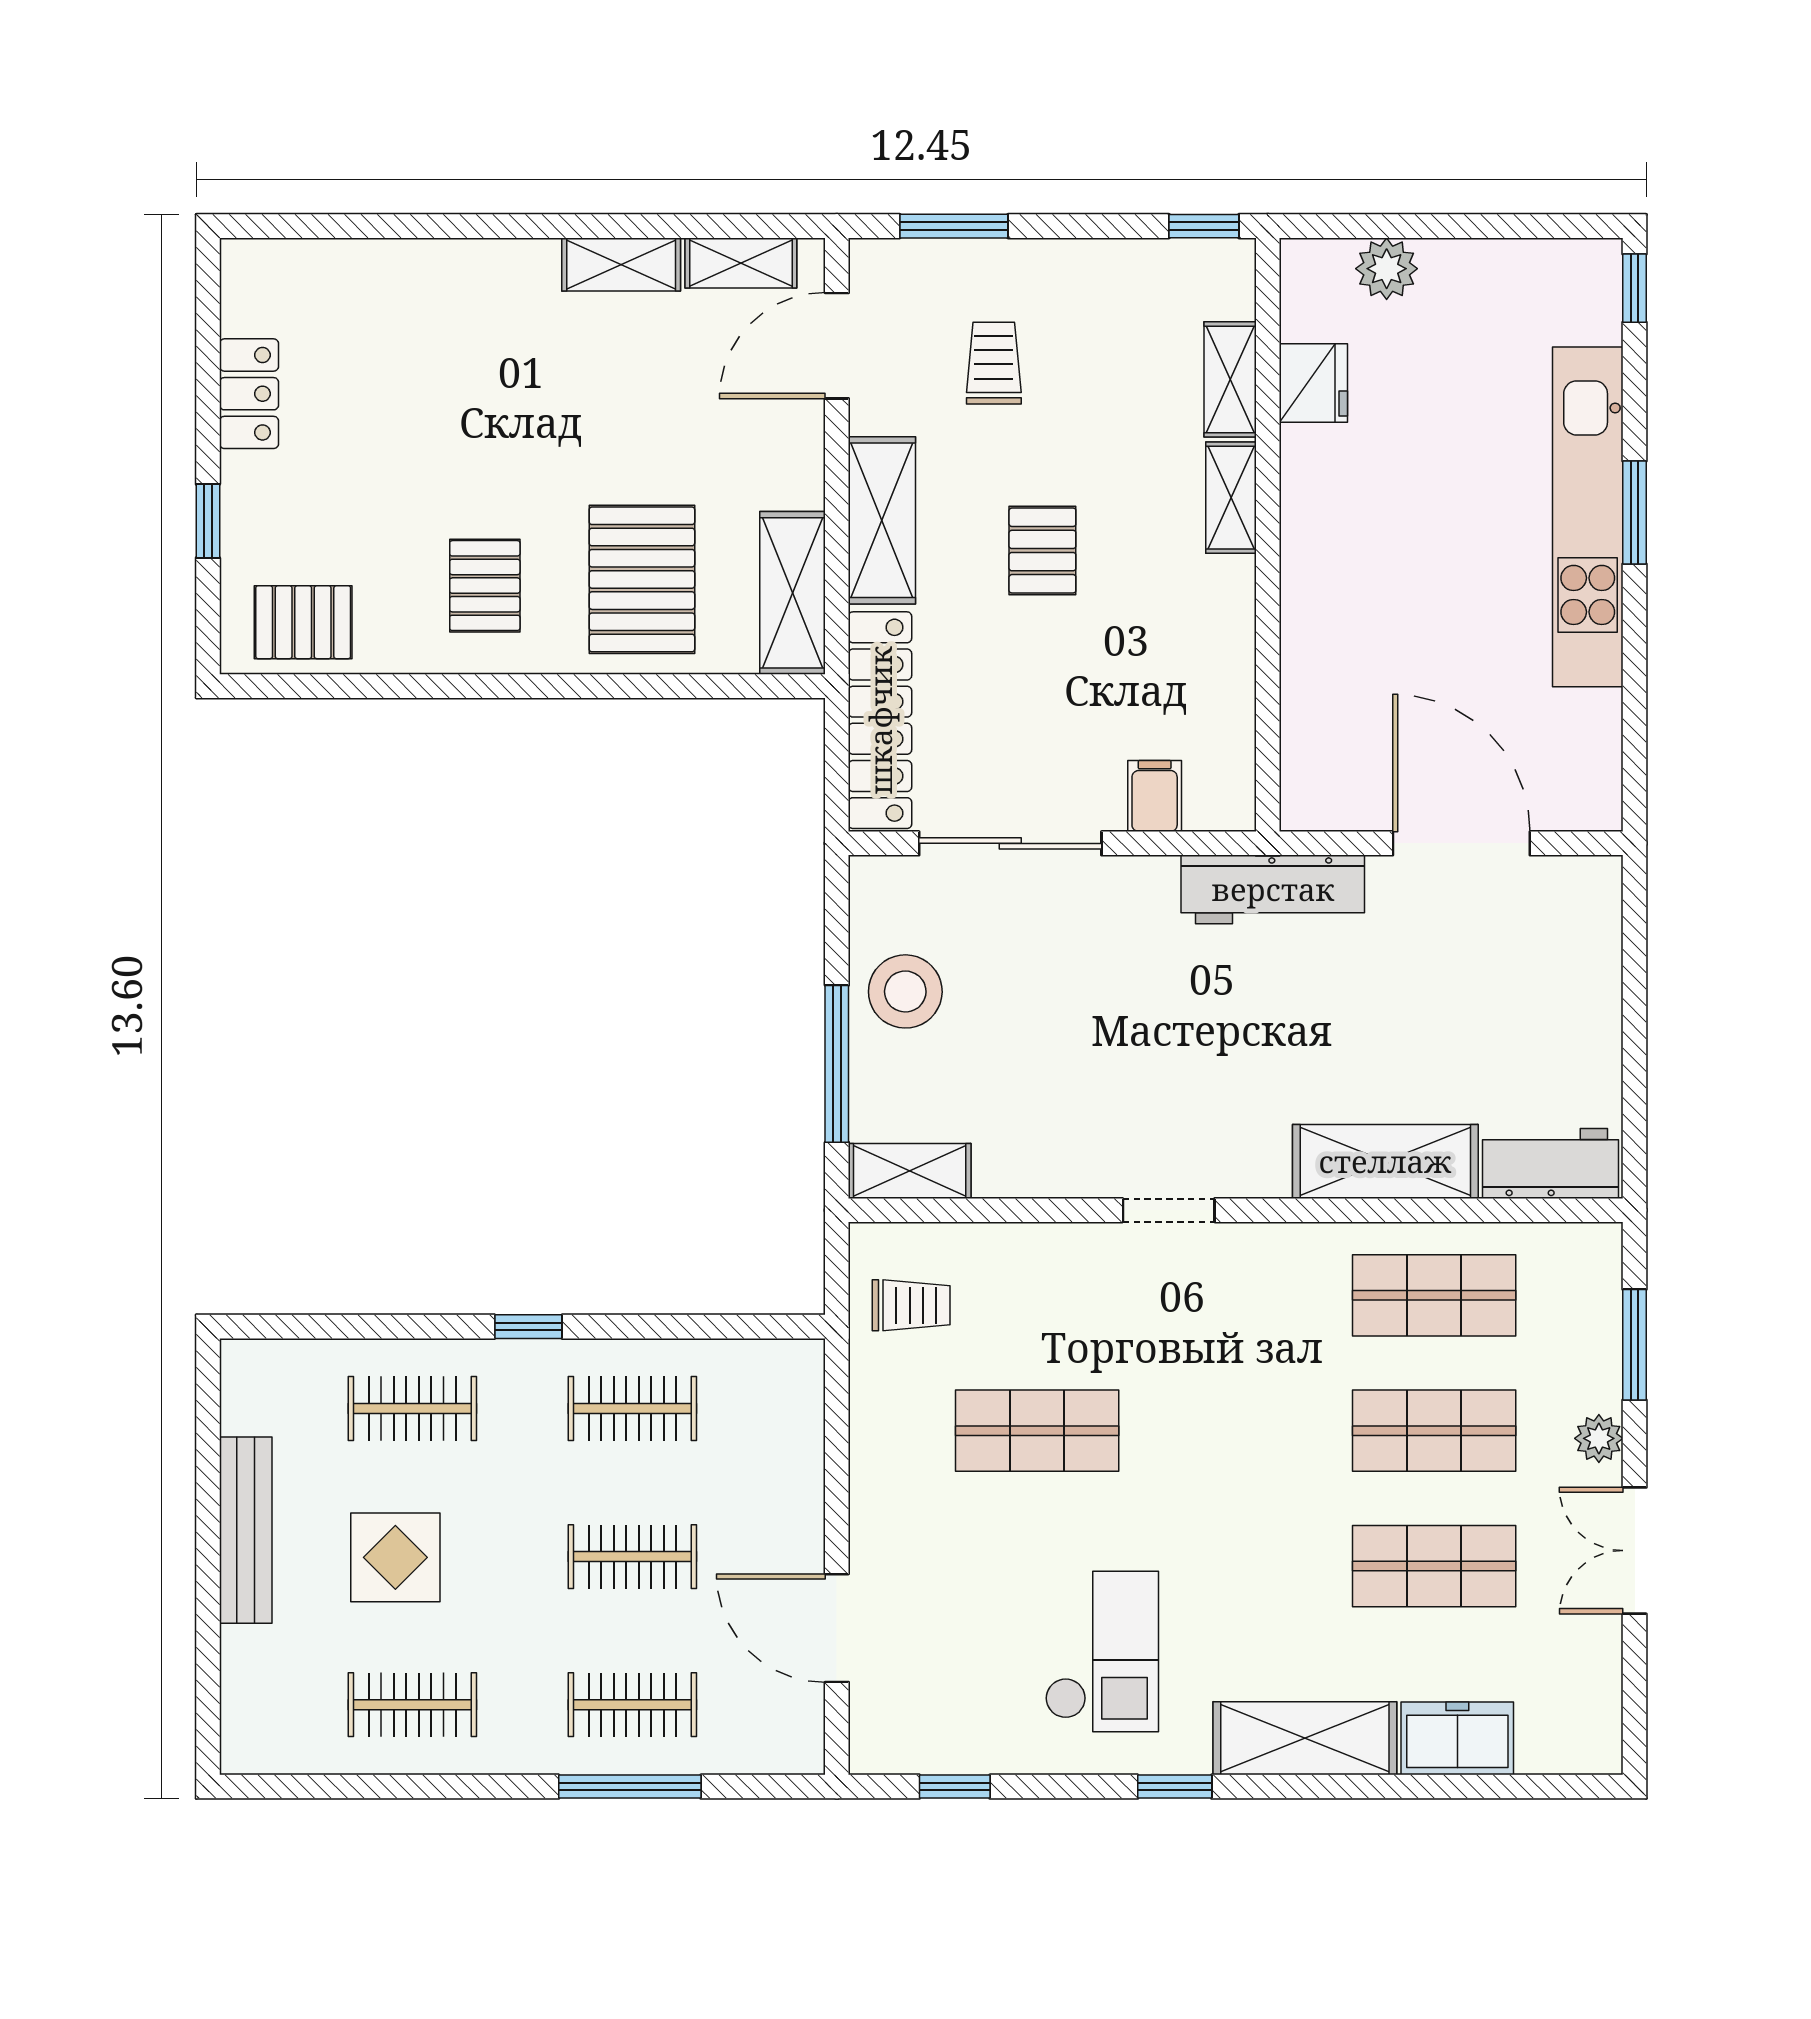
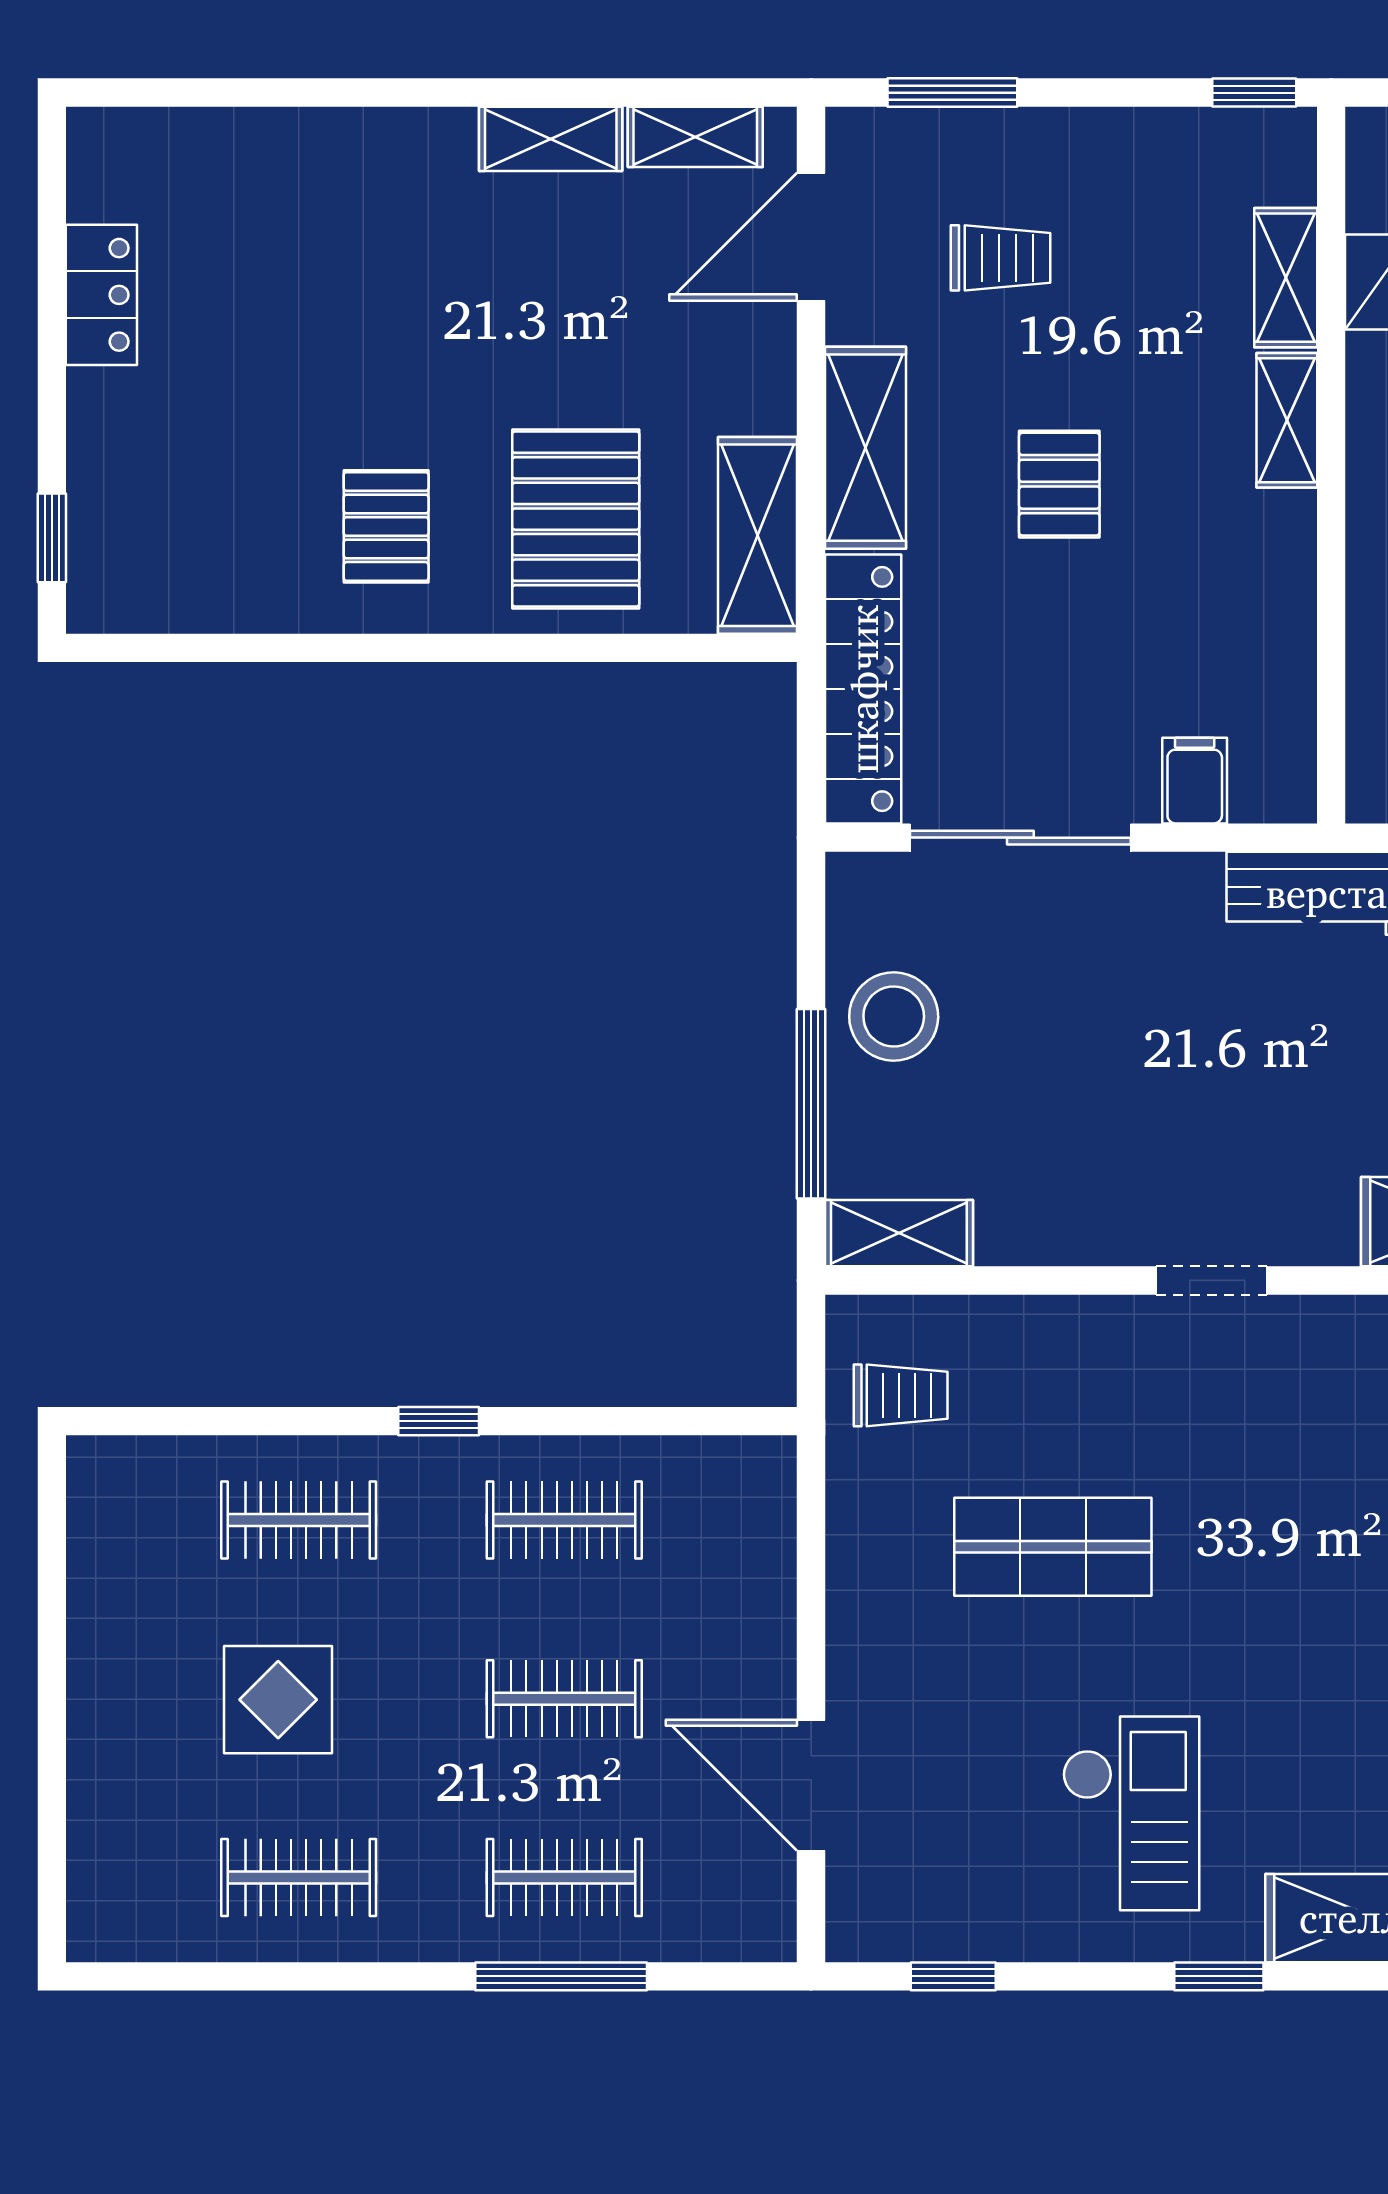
trolley: (994, 363) -> (1001, 258), turned 90
window: (208, 521) -> (52, 538), moved
pallet: (303, 622) -> (167, 571), removed
bench: (246, 1530) -> (97, 1667), removed

